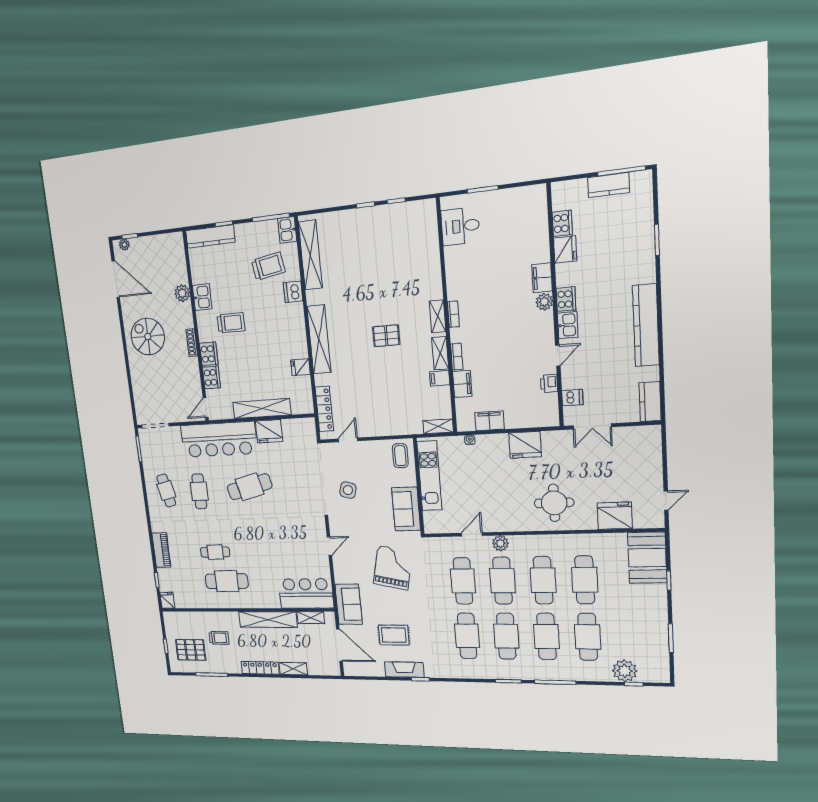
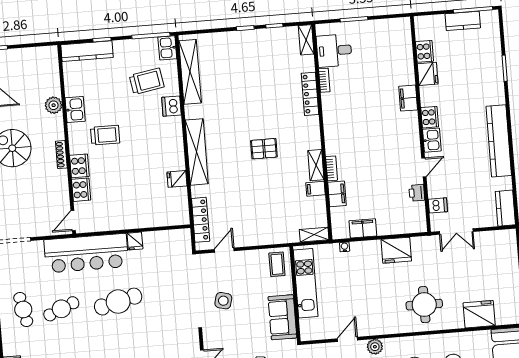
locker: (434, 276) -> (310, 94), added
plant: (544, 302) -> (411, 119), removed
bookcase: (453, 314) -> (324, 80), moved
shelving: (438, 316) -> (306, 40), moved
shelving: (262, 409) -> (135, 221), removed
fridge: (269, 431) -> (135, 241), width x0.53, depth x0.75
cafe table: (199, 491) -> (61, 309), turned 67

